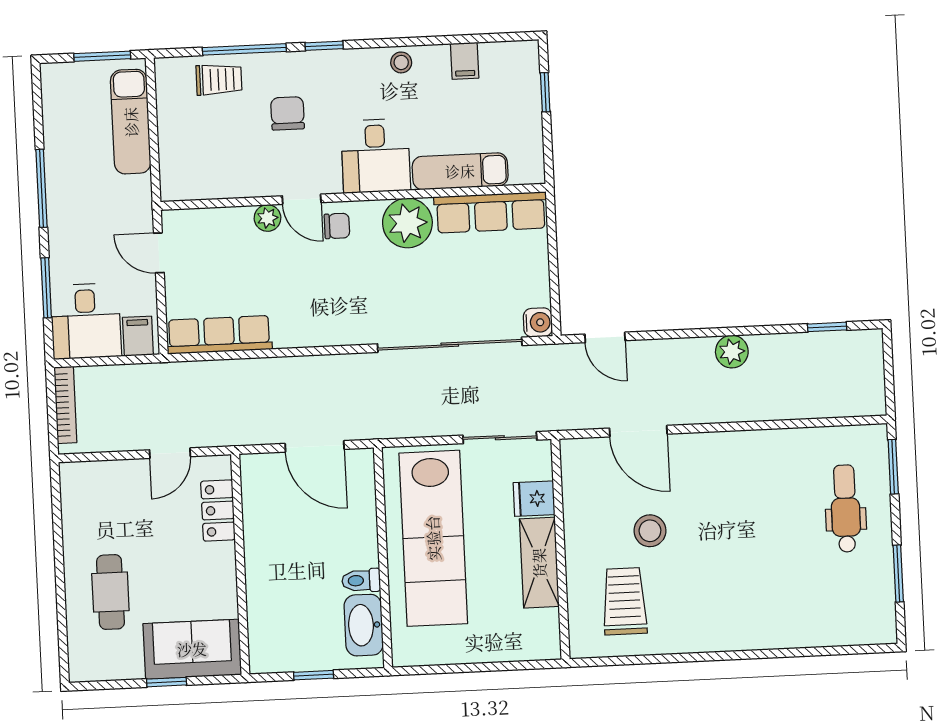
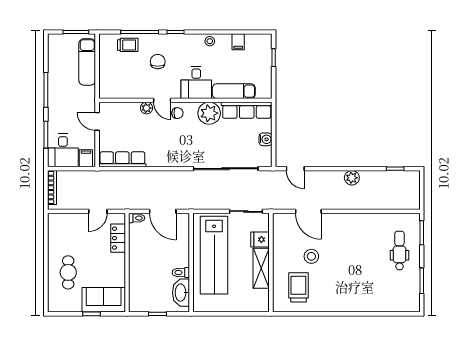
water cooler: (538, 322) -> (266, 139), moved
toilet: (257, 464) -> (137, 218), added

